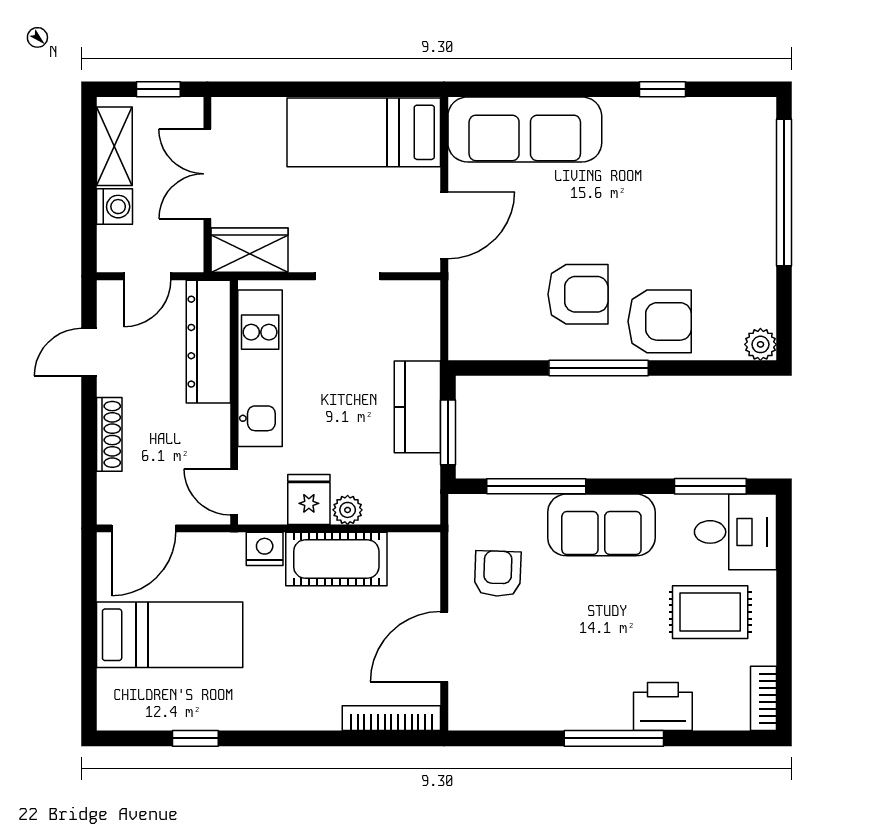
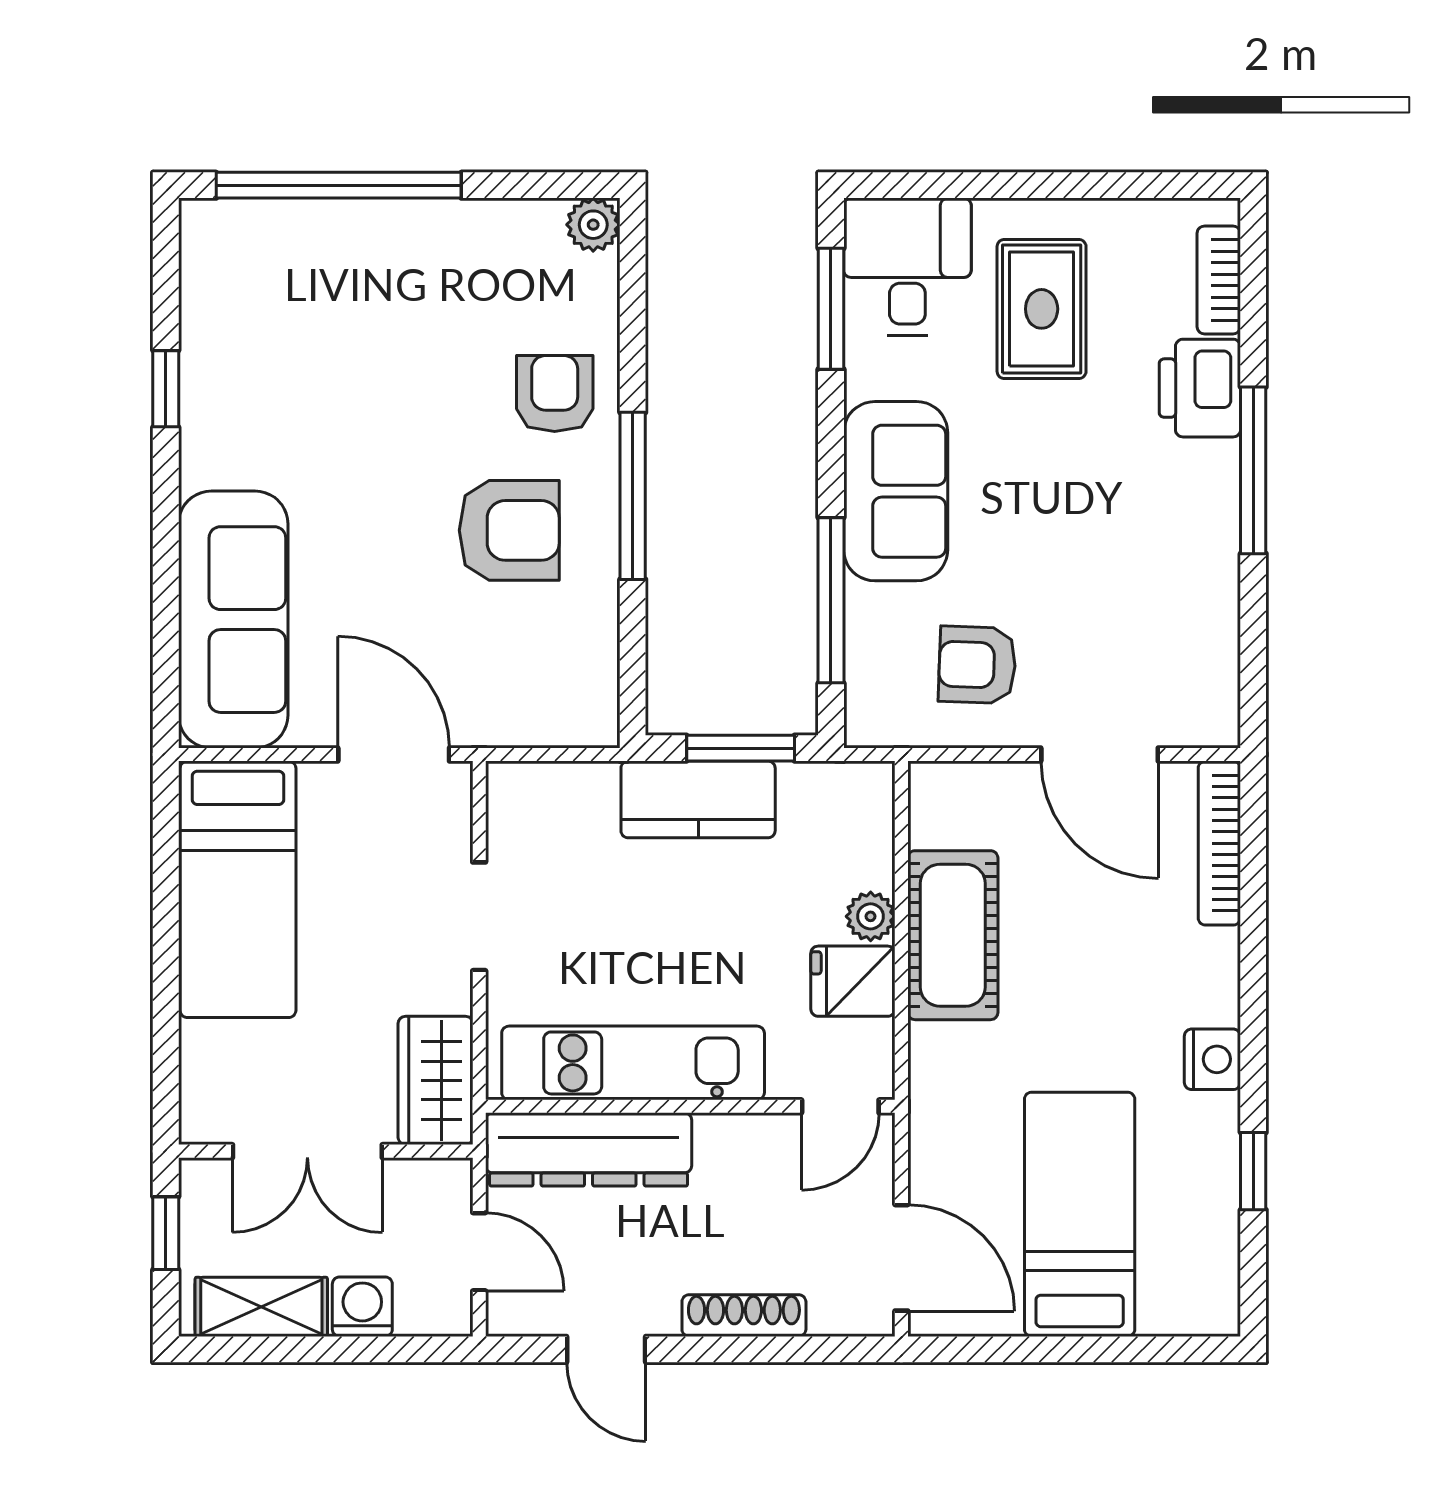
armchair: (578, 294) -> (509, 530), turned 90
armchair: (660, 321) -> (555, 394), width x0.72, depth x0.72
nightstand: (265, 549) -> (1212, 1059), moved, turned 180
bookcase: (764, 698) -> (1219, 280), moved, turned 90

